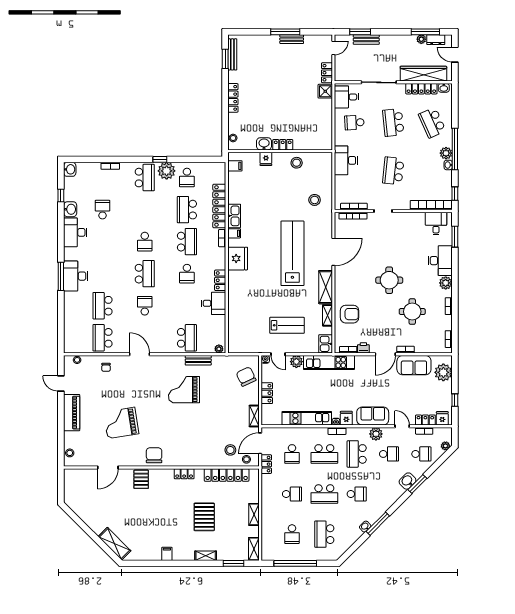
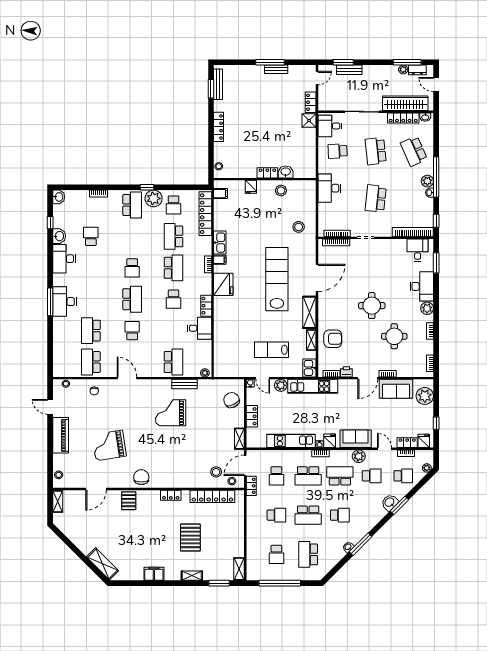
washbasin: (264, 144) -> (286, 172), moved
locker: (219, 206) -> (205, 214), moved
lab bench: (287, 325) -> (272, 350), turned 180
school desk: (357, 454) -> (340, 476), turned 90
shelving: (254, 514) -> (58, 502), moved
filing cabinet: (167, 554) -> (154, 574), width x2.00

